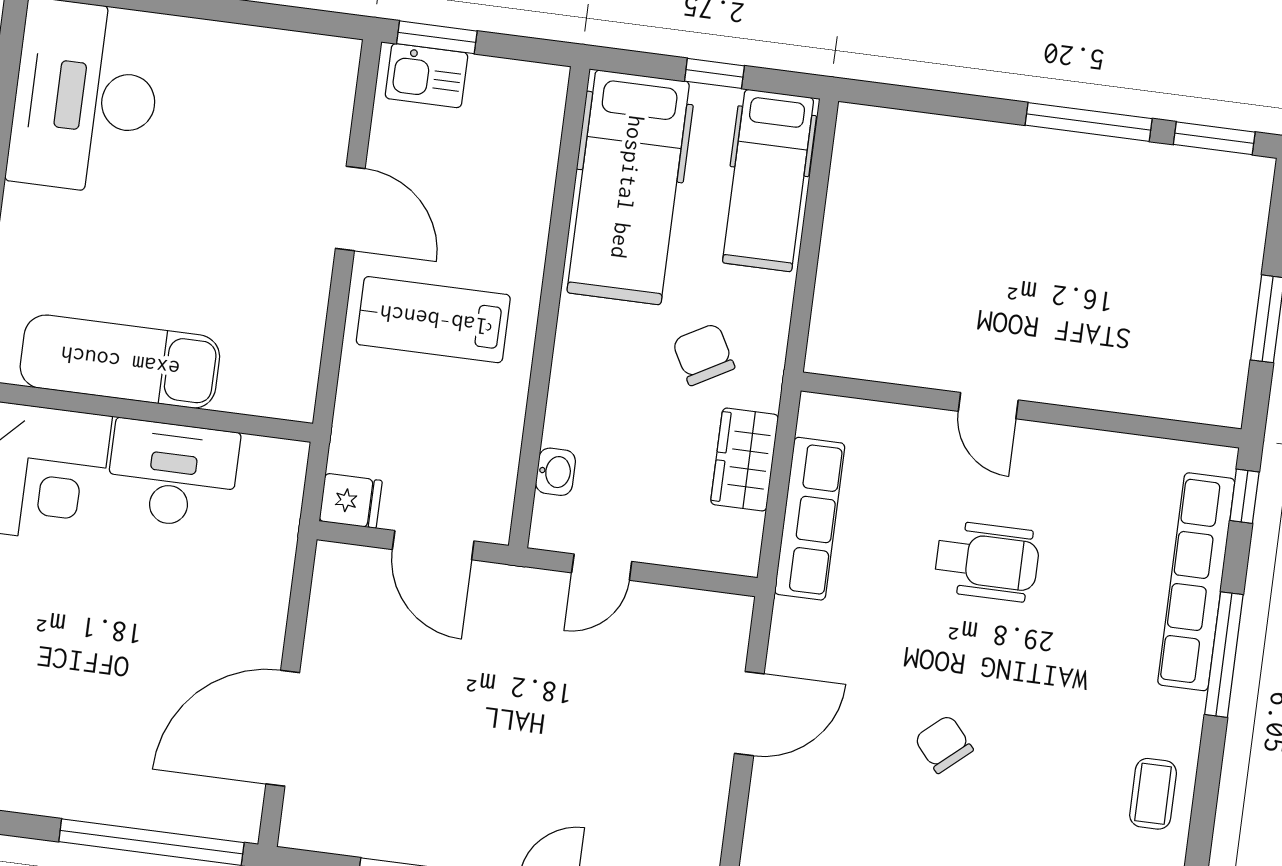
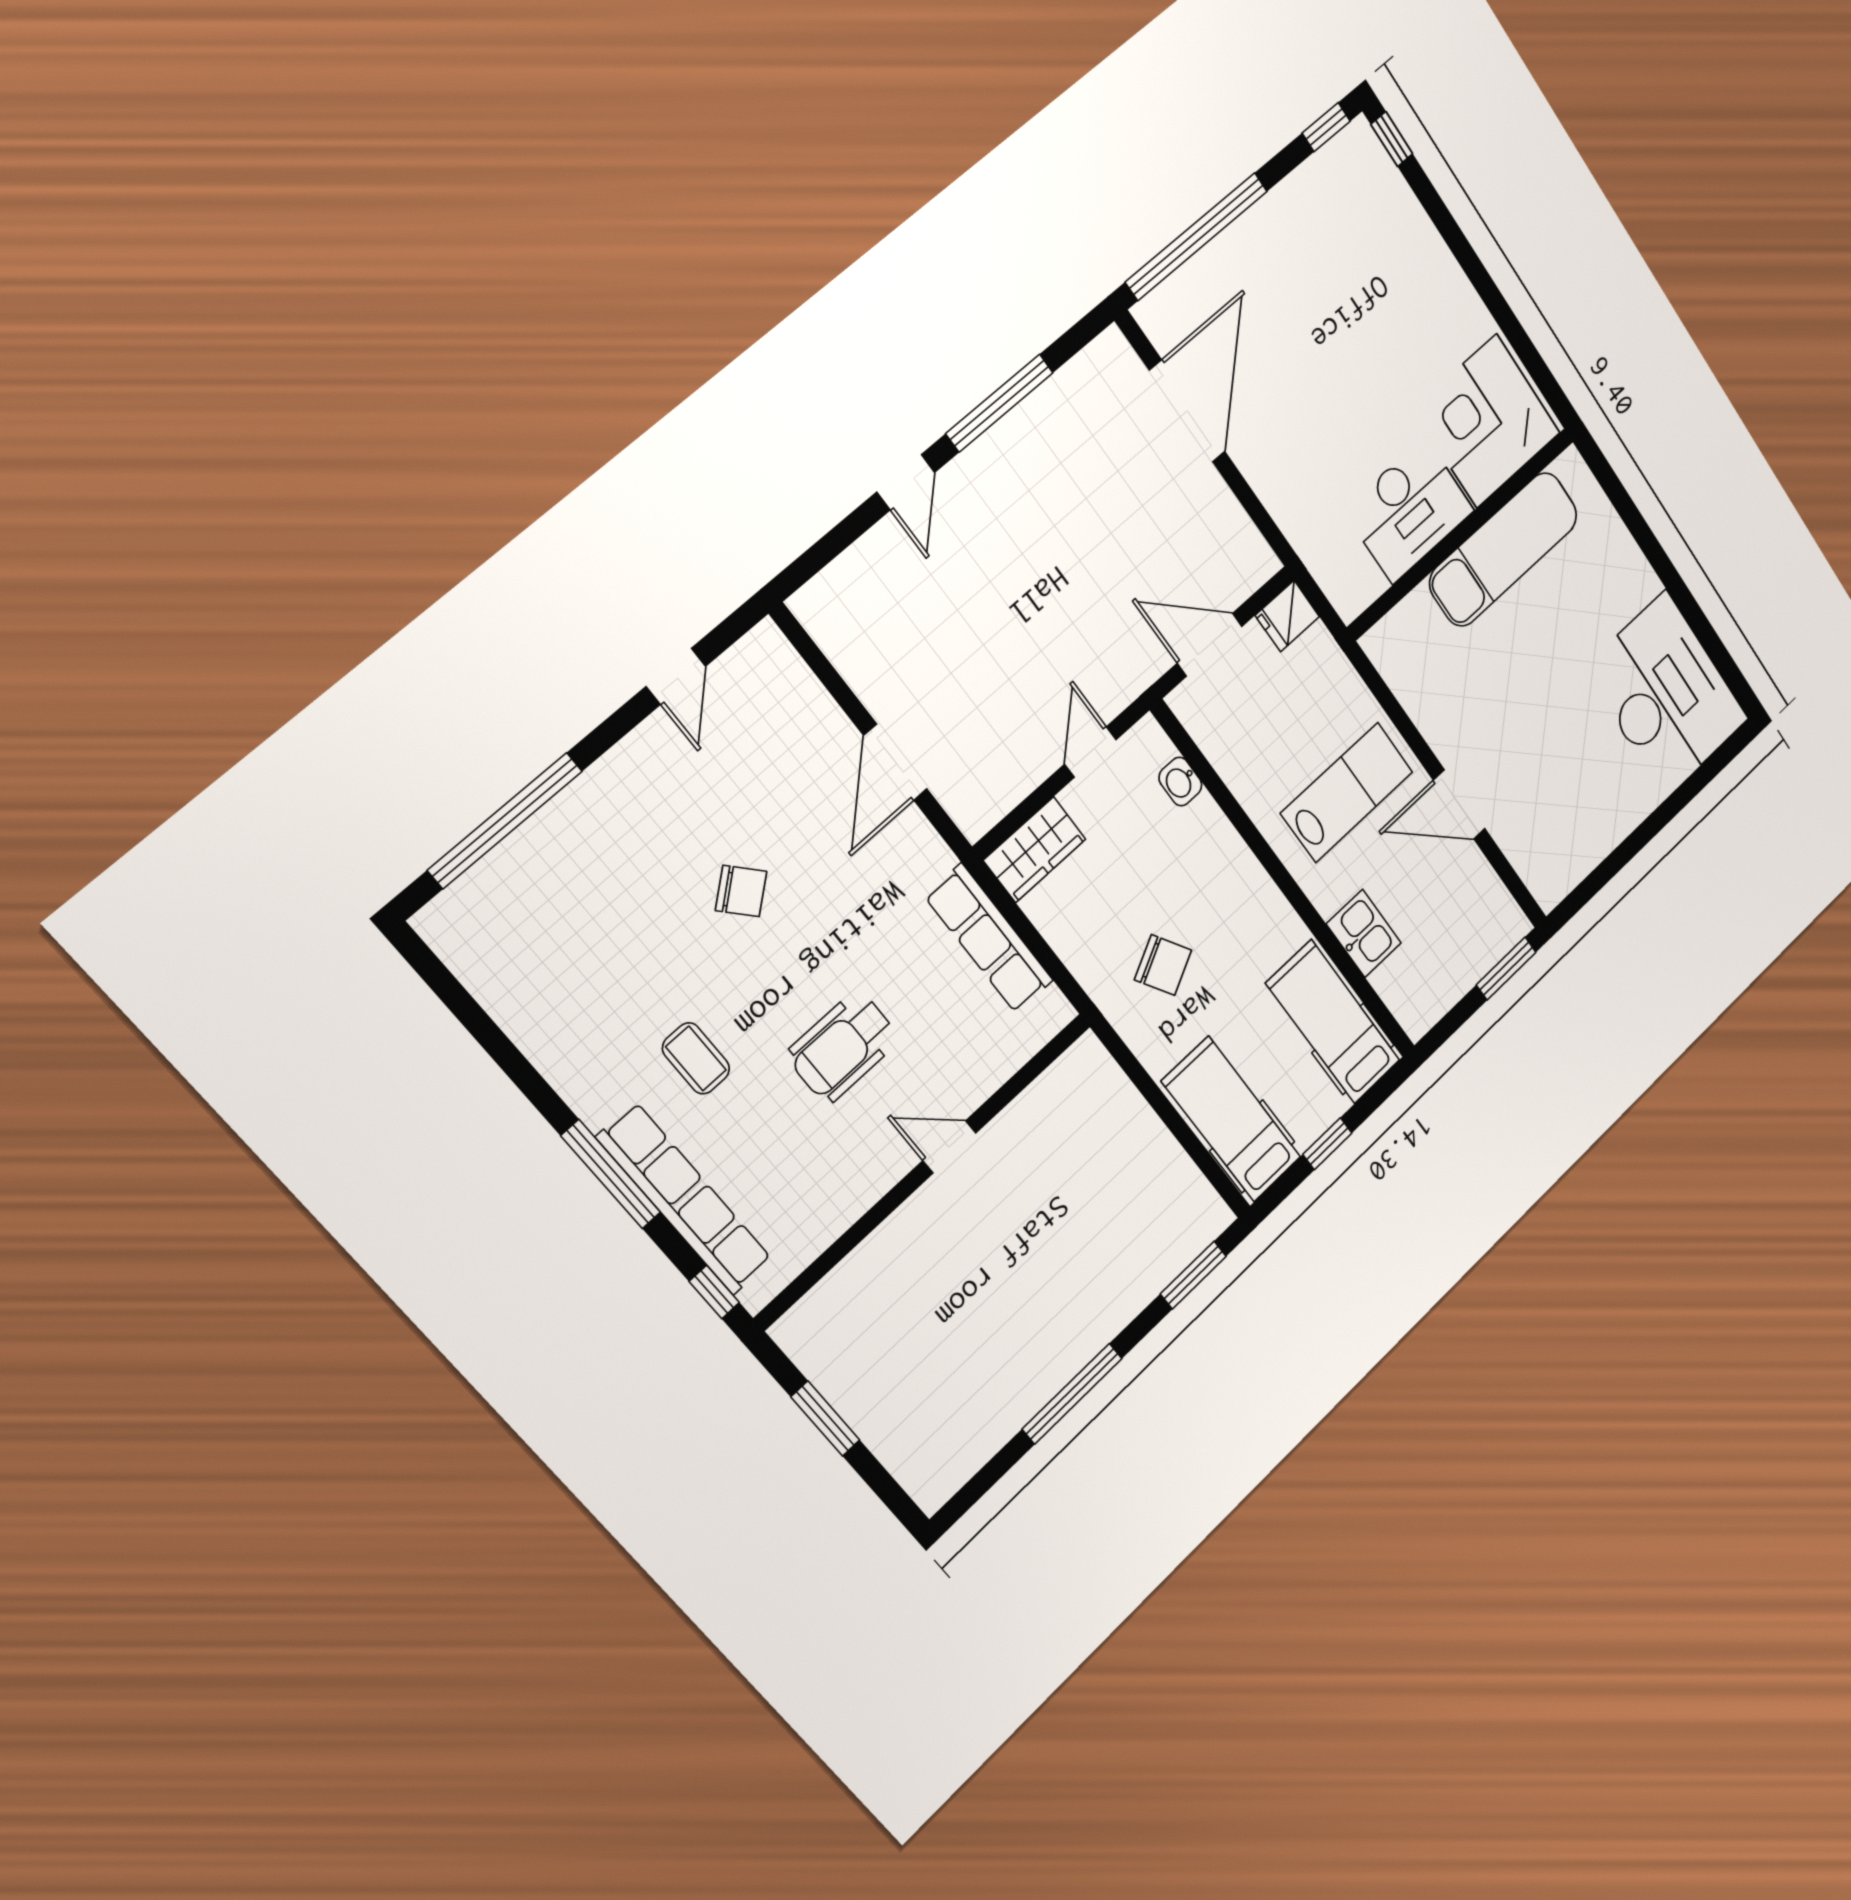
kitchen sink: (426, 76) -> (1364, 933), moved, turned 90
window: (1214, 138) -> (1193, 1275), moved
hospital bed: (628, 187) -> (1333, 1022), width x0.73, depth x0.78
wardrobe: (745, 459) -> (1035, 850), moved, turned 90
coffee table: (1153, 794) -> (696, 1058), moved

